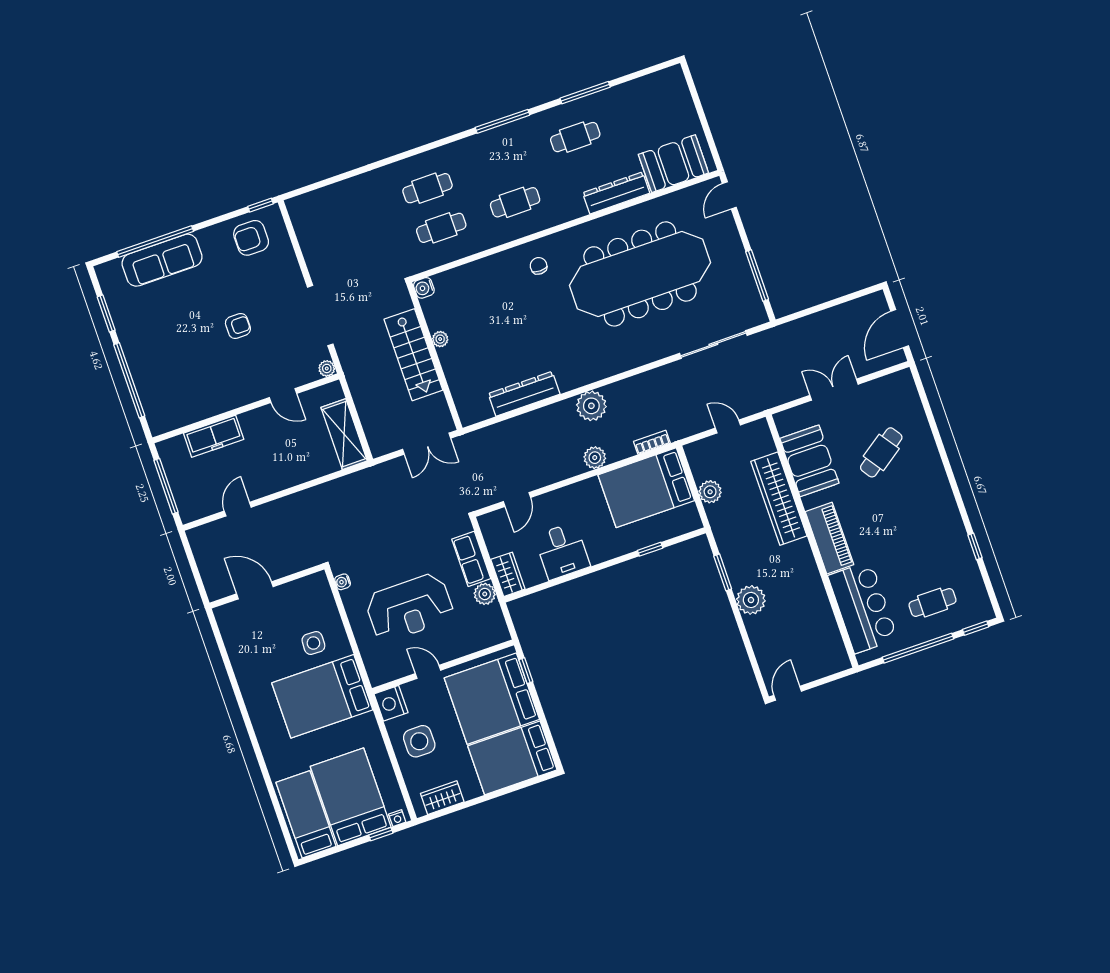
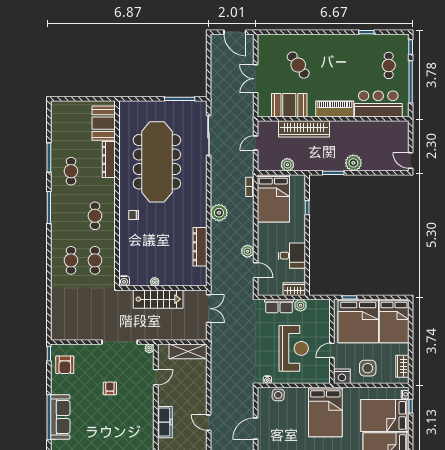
door: (729, 195) -> (131, 99), removed
plant: (595, 458) -> (247, 251), moved
side table: (313, 643) -> (278, 395), moved

